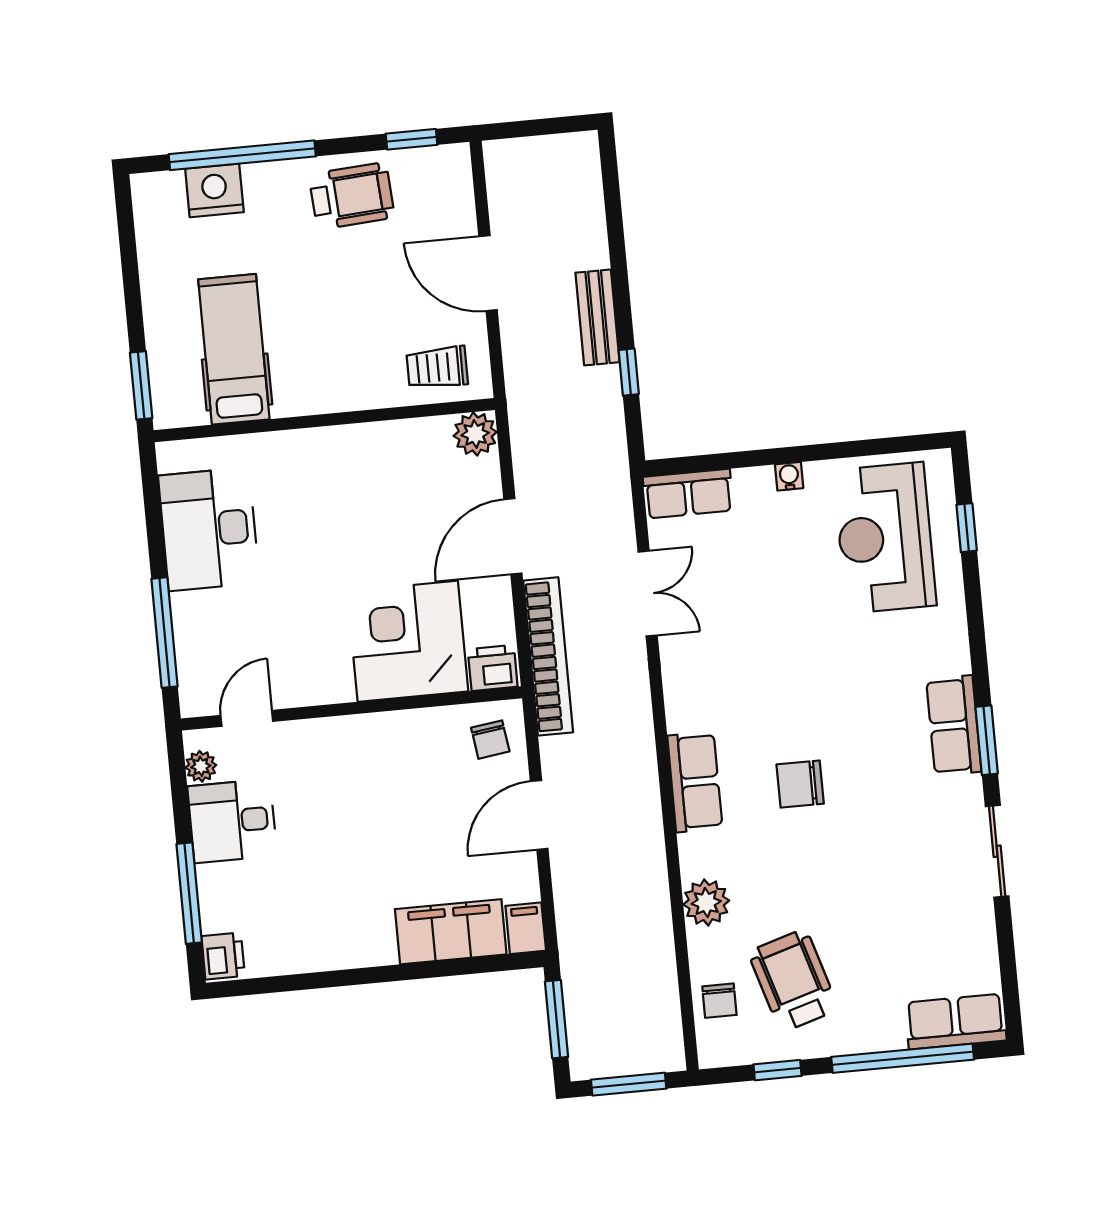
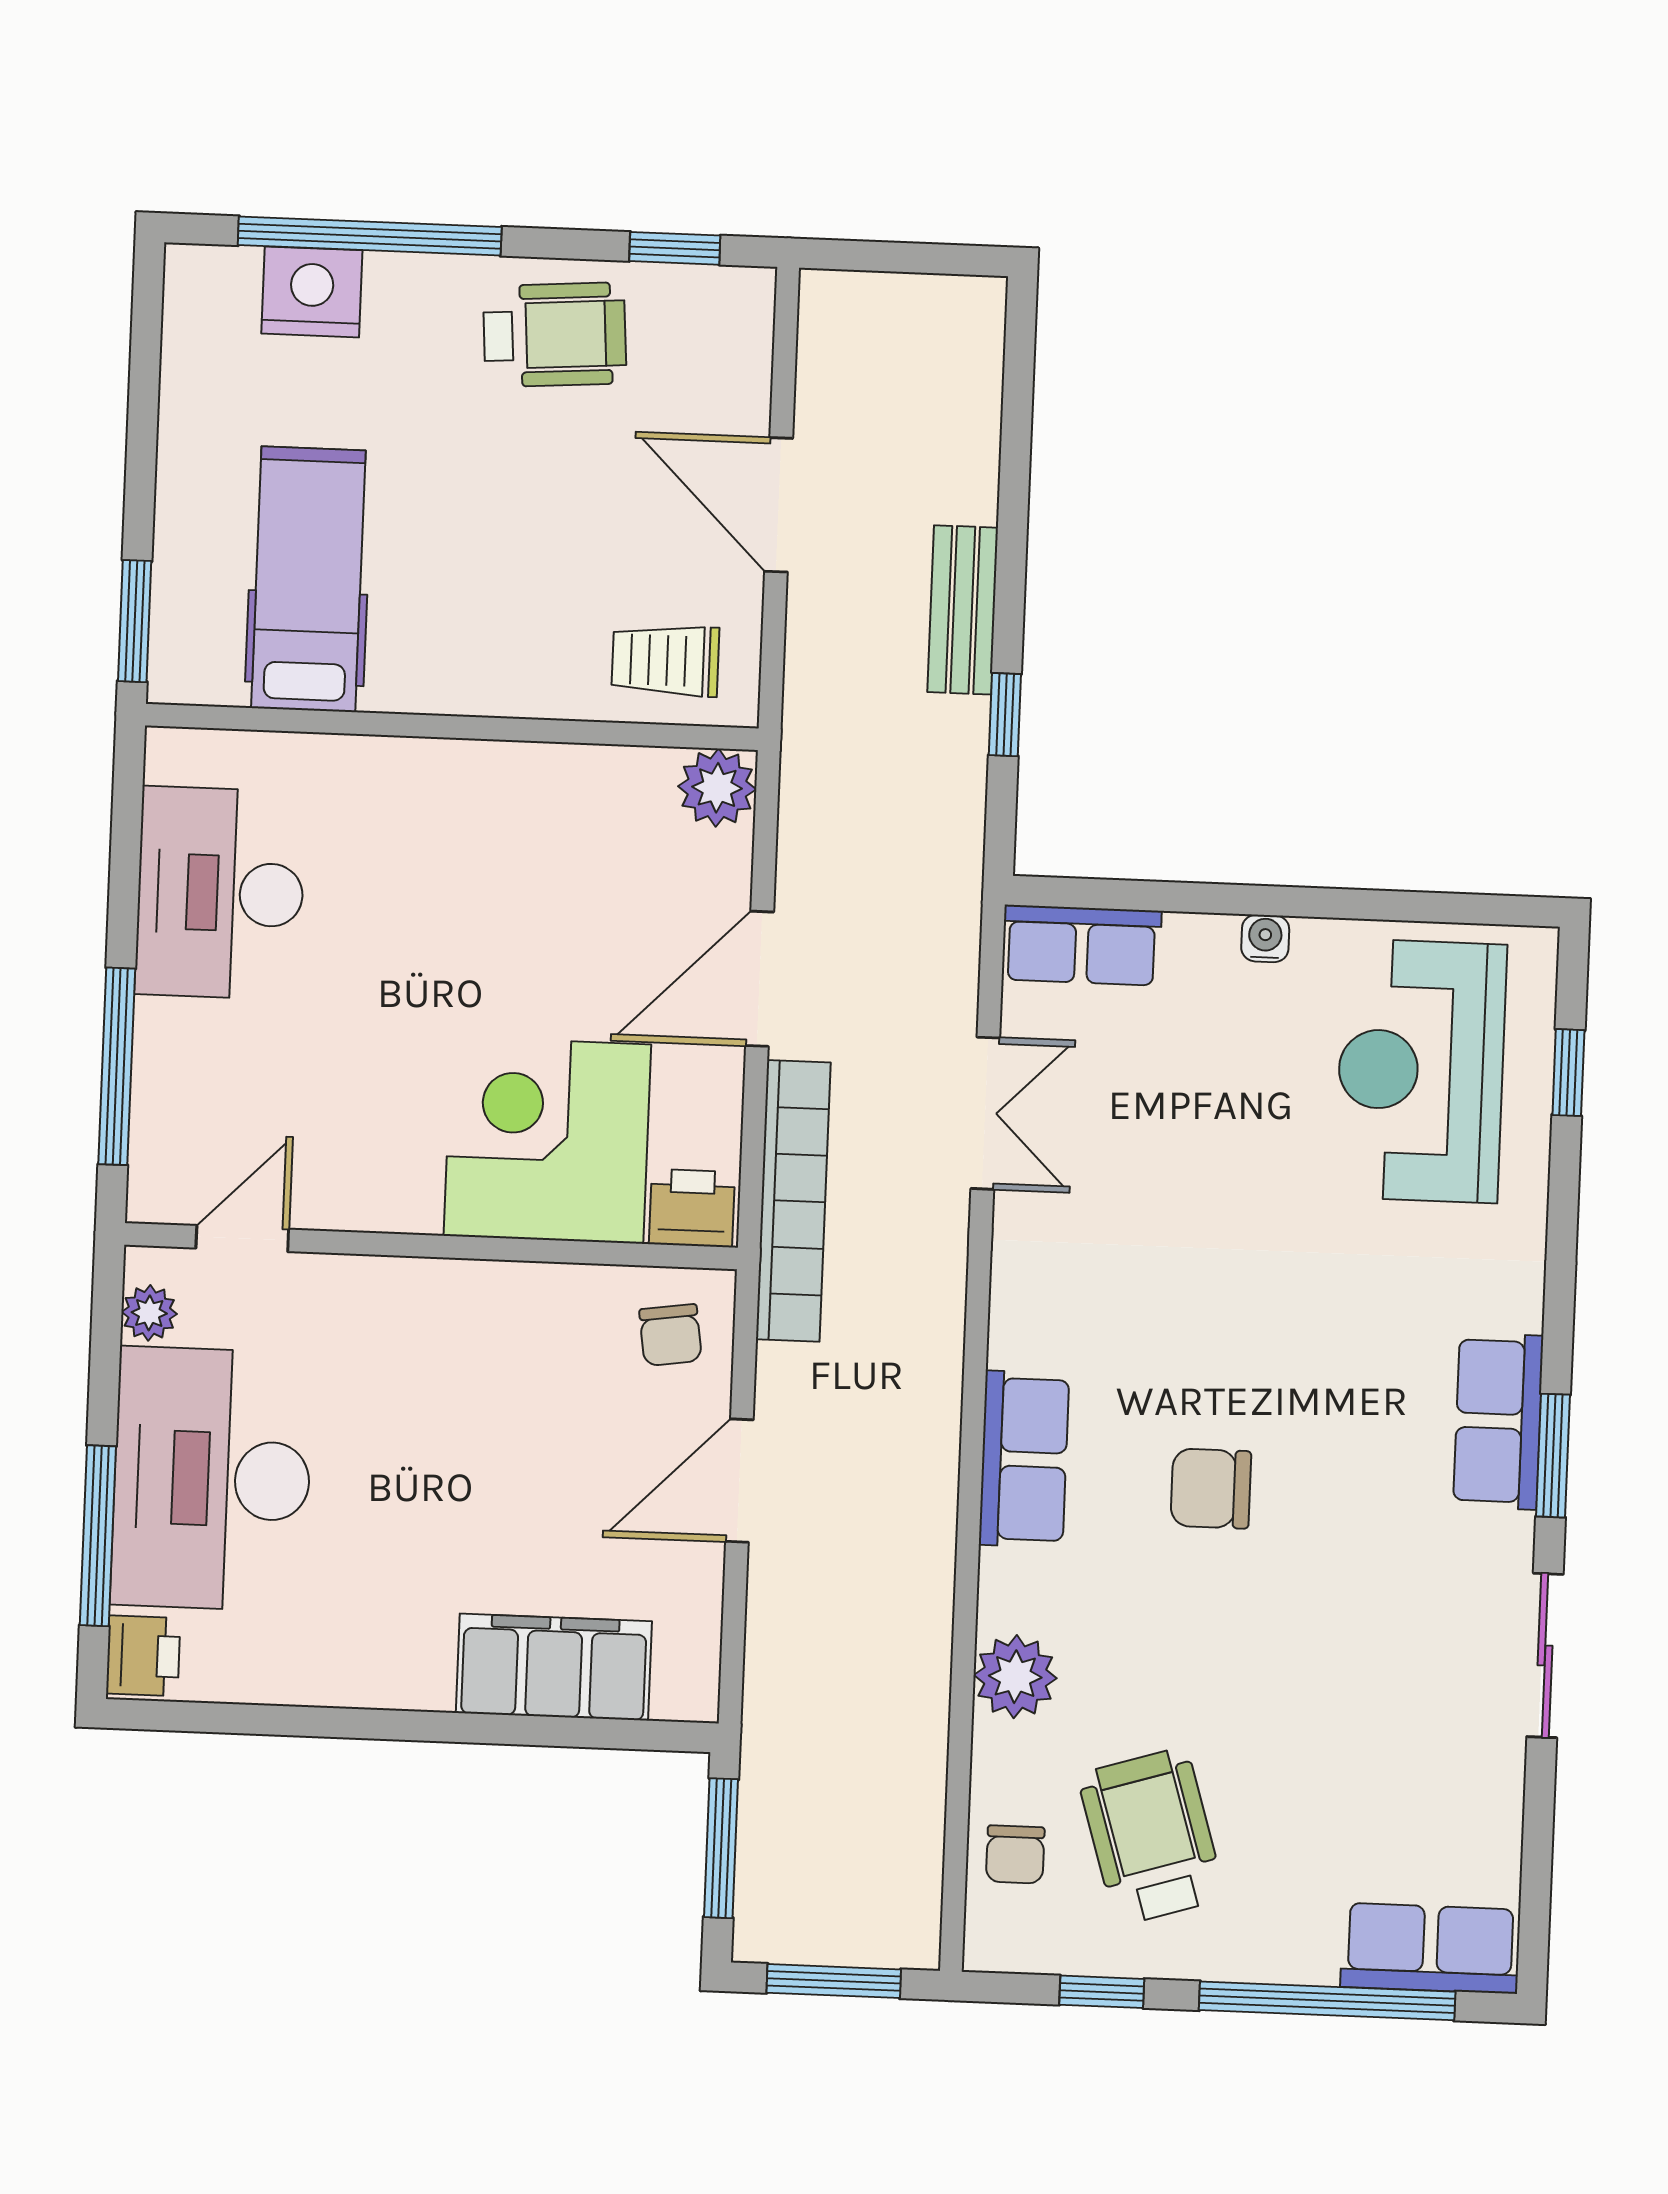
desk: (232, 821) -> (212, 1479), width x1.87, depth x1.30
filing cabinet: (526, 928) -> (688, 1679), removed

